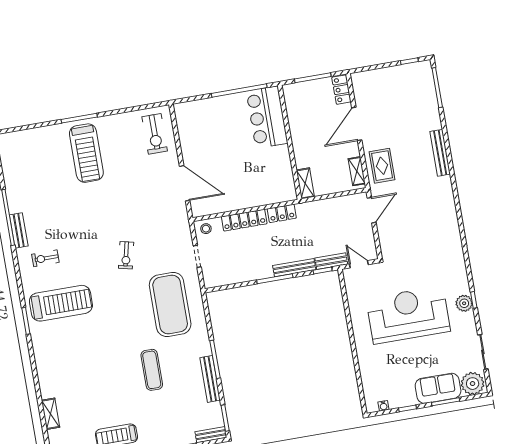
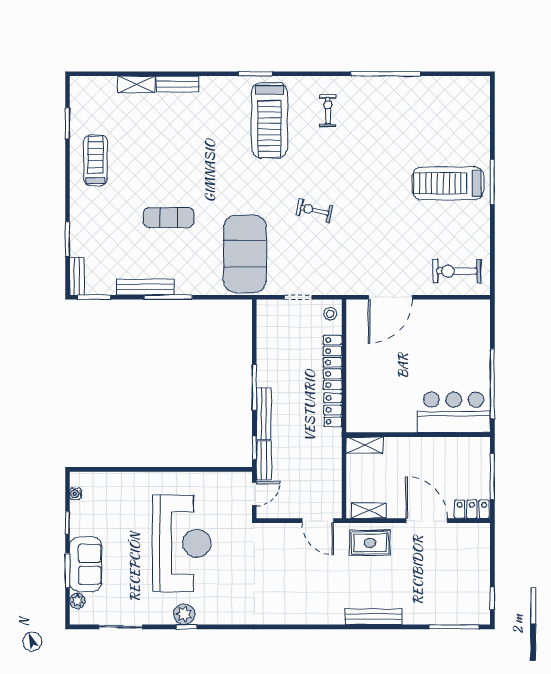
bench: (19, 230) -> (178, 84), moved
exercise mat: (170, 305) -> (245, 254), turned 90
plant: (473, 384) -> (77, 601), width x0.53, depth x0.53

